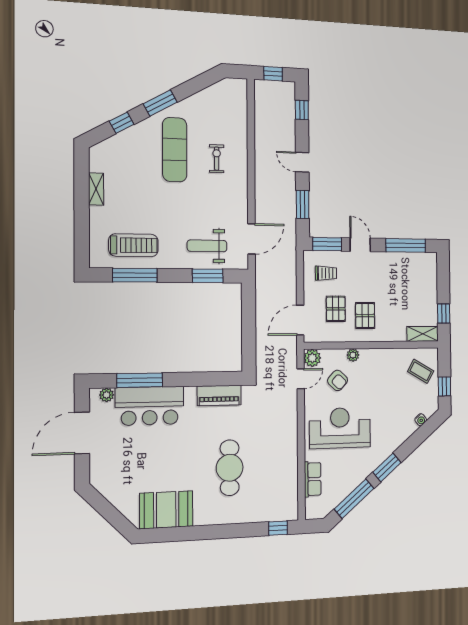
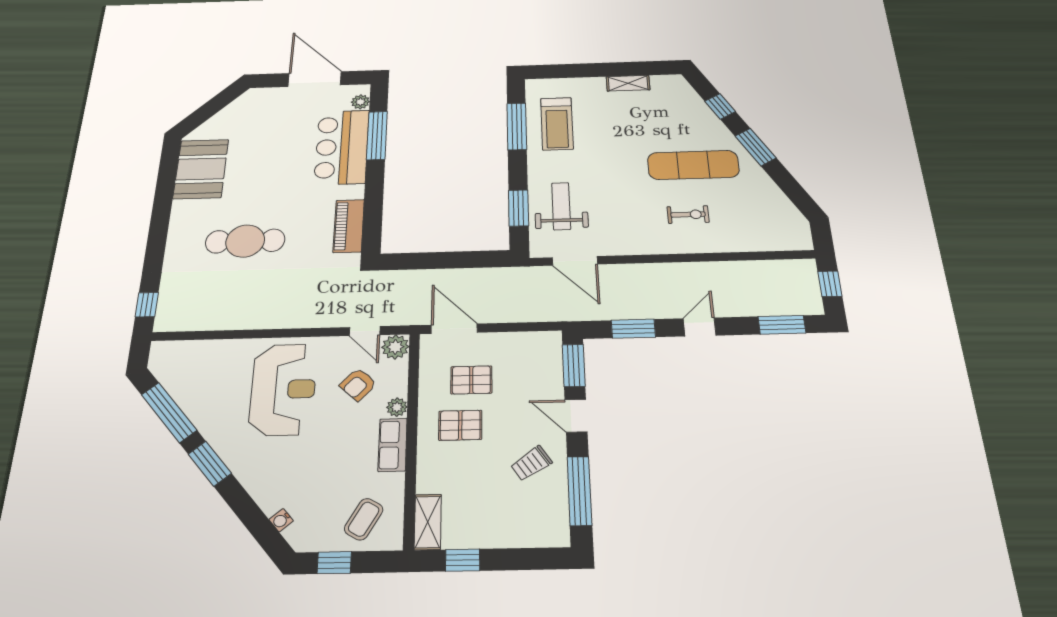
window: (302, 110) -> (782, 325), width x1.50
door: (360, 245) -> (576, 416), swing flipped
trolley: (326, 273) -> (531, 463), moved, turned 56
row of seats: (313, 479) -> (393, 445), moved, turned 90

